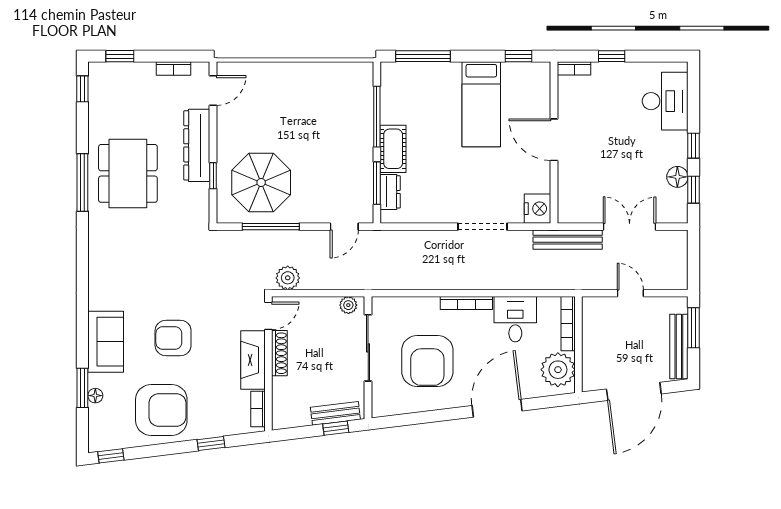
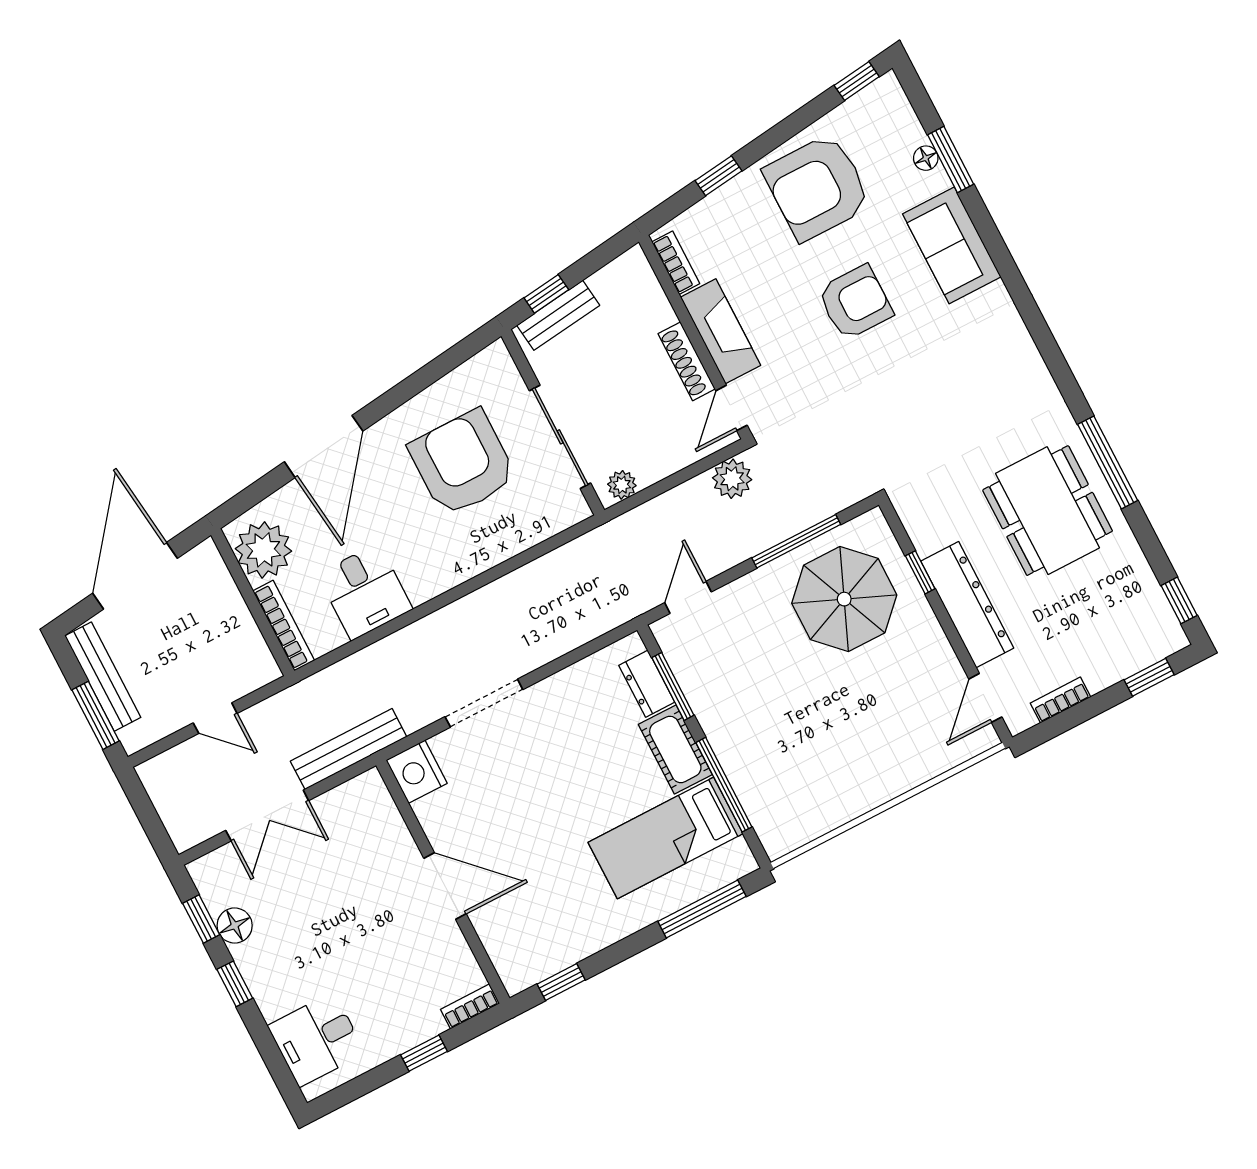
desk: (665, 101) -> (317, 1039), width x0.73
bed: (481, 104) -> (666, 838), moved, turned -90
bookcase: (466, 303) -> (449, 578), removed

